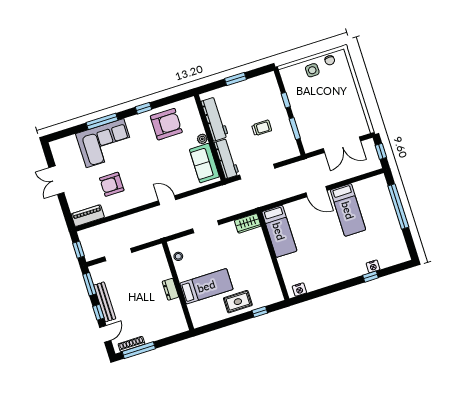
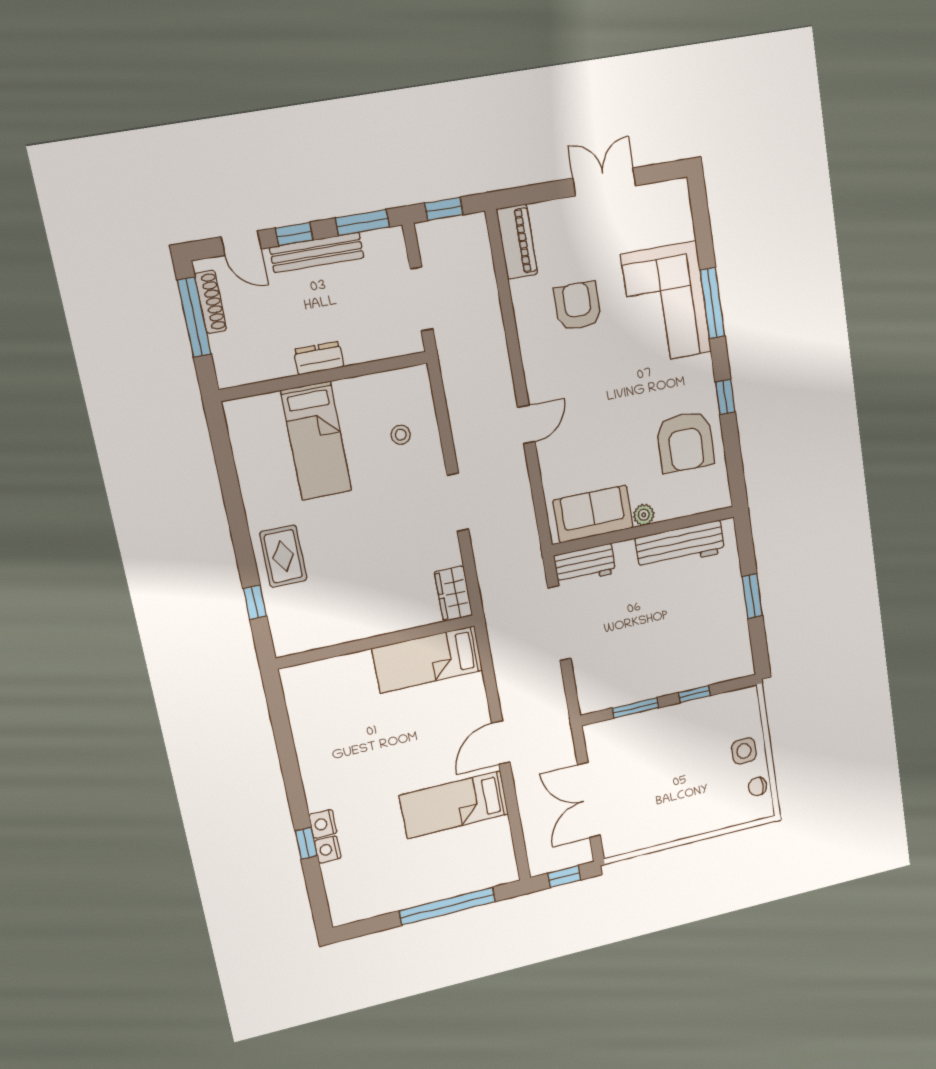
trolley: (262, 128) -> (647, 641), removed
workbench: (227, 159) -> (585, 564), width x0.73
wall: (178, 286) -> (324, 376), moved
bed: (206, 286) -> (316, 441), moved
dresser: (170, 289) -> (319, 358), moved
nightstand: (299, 290) -> (323, 824), moved

